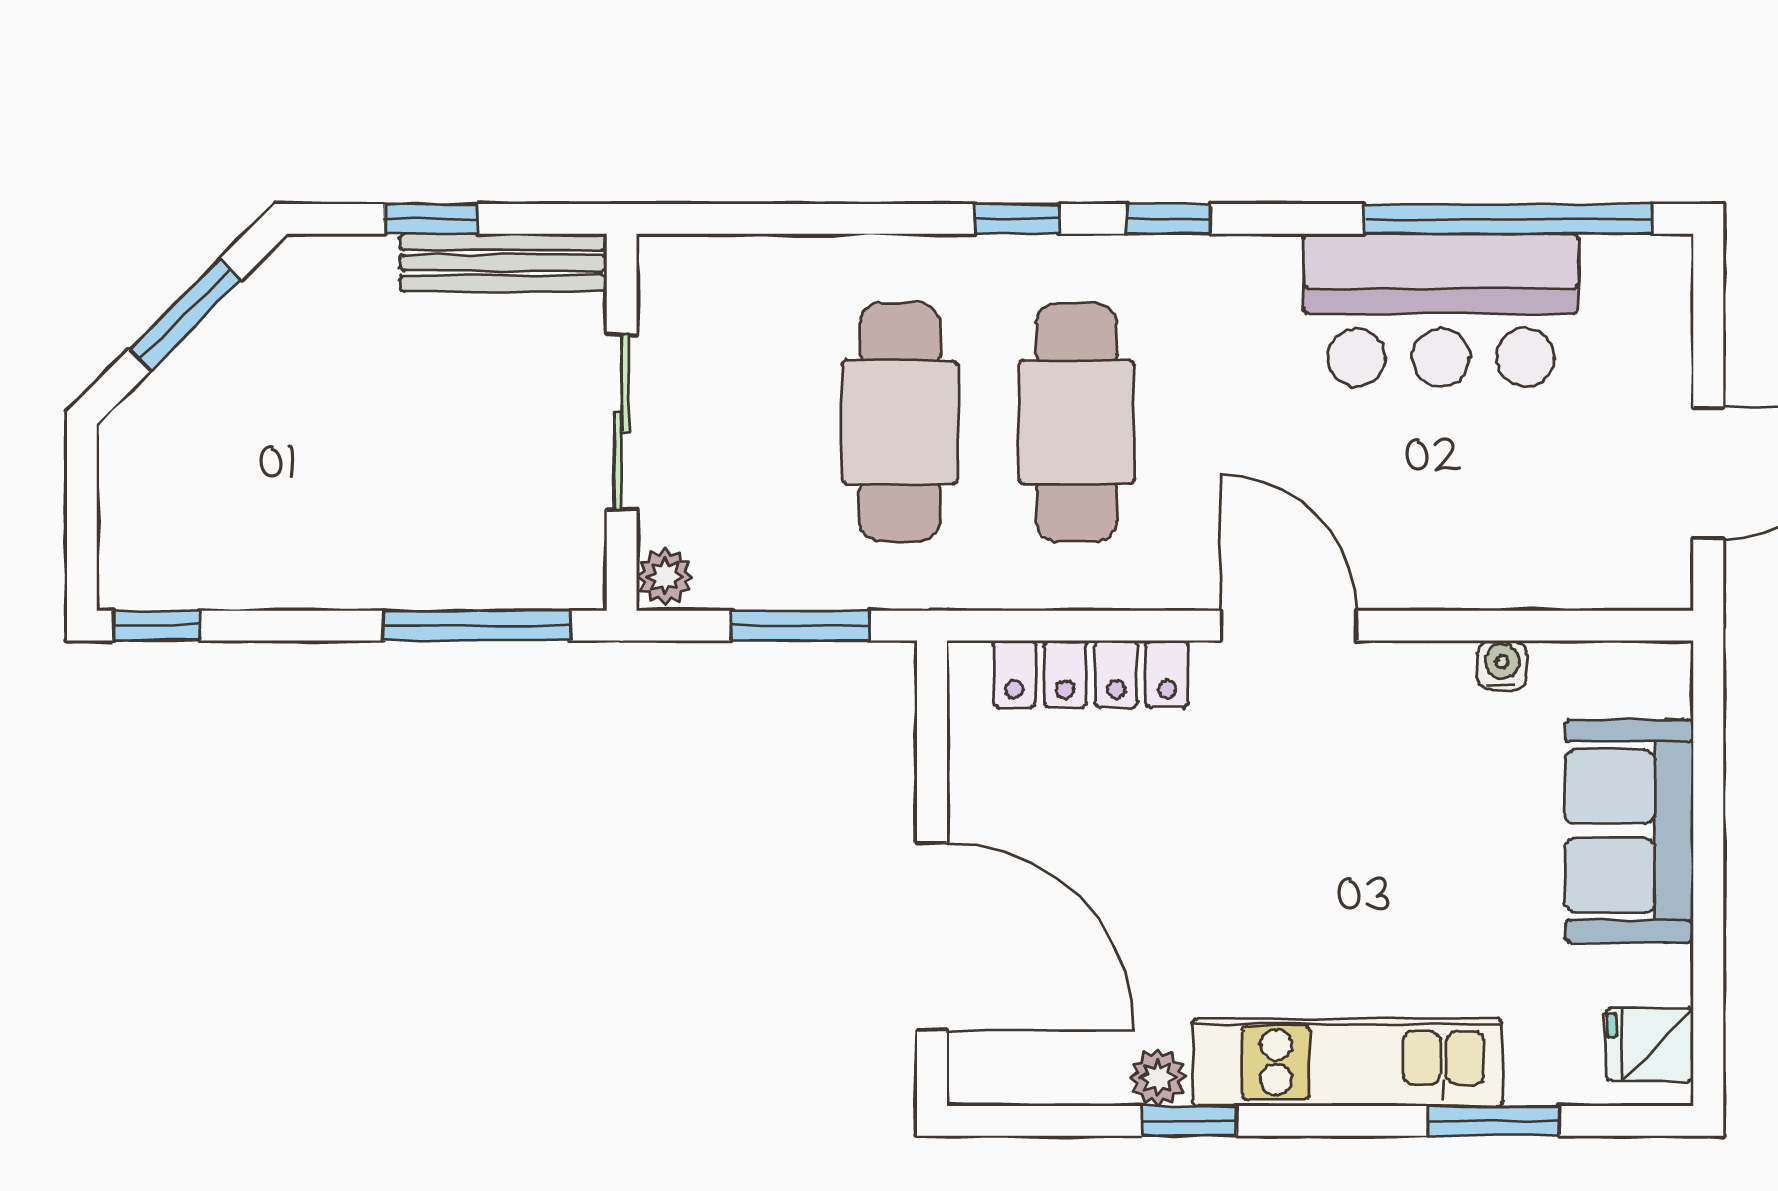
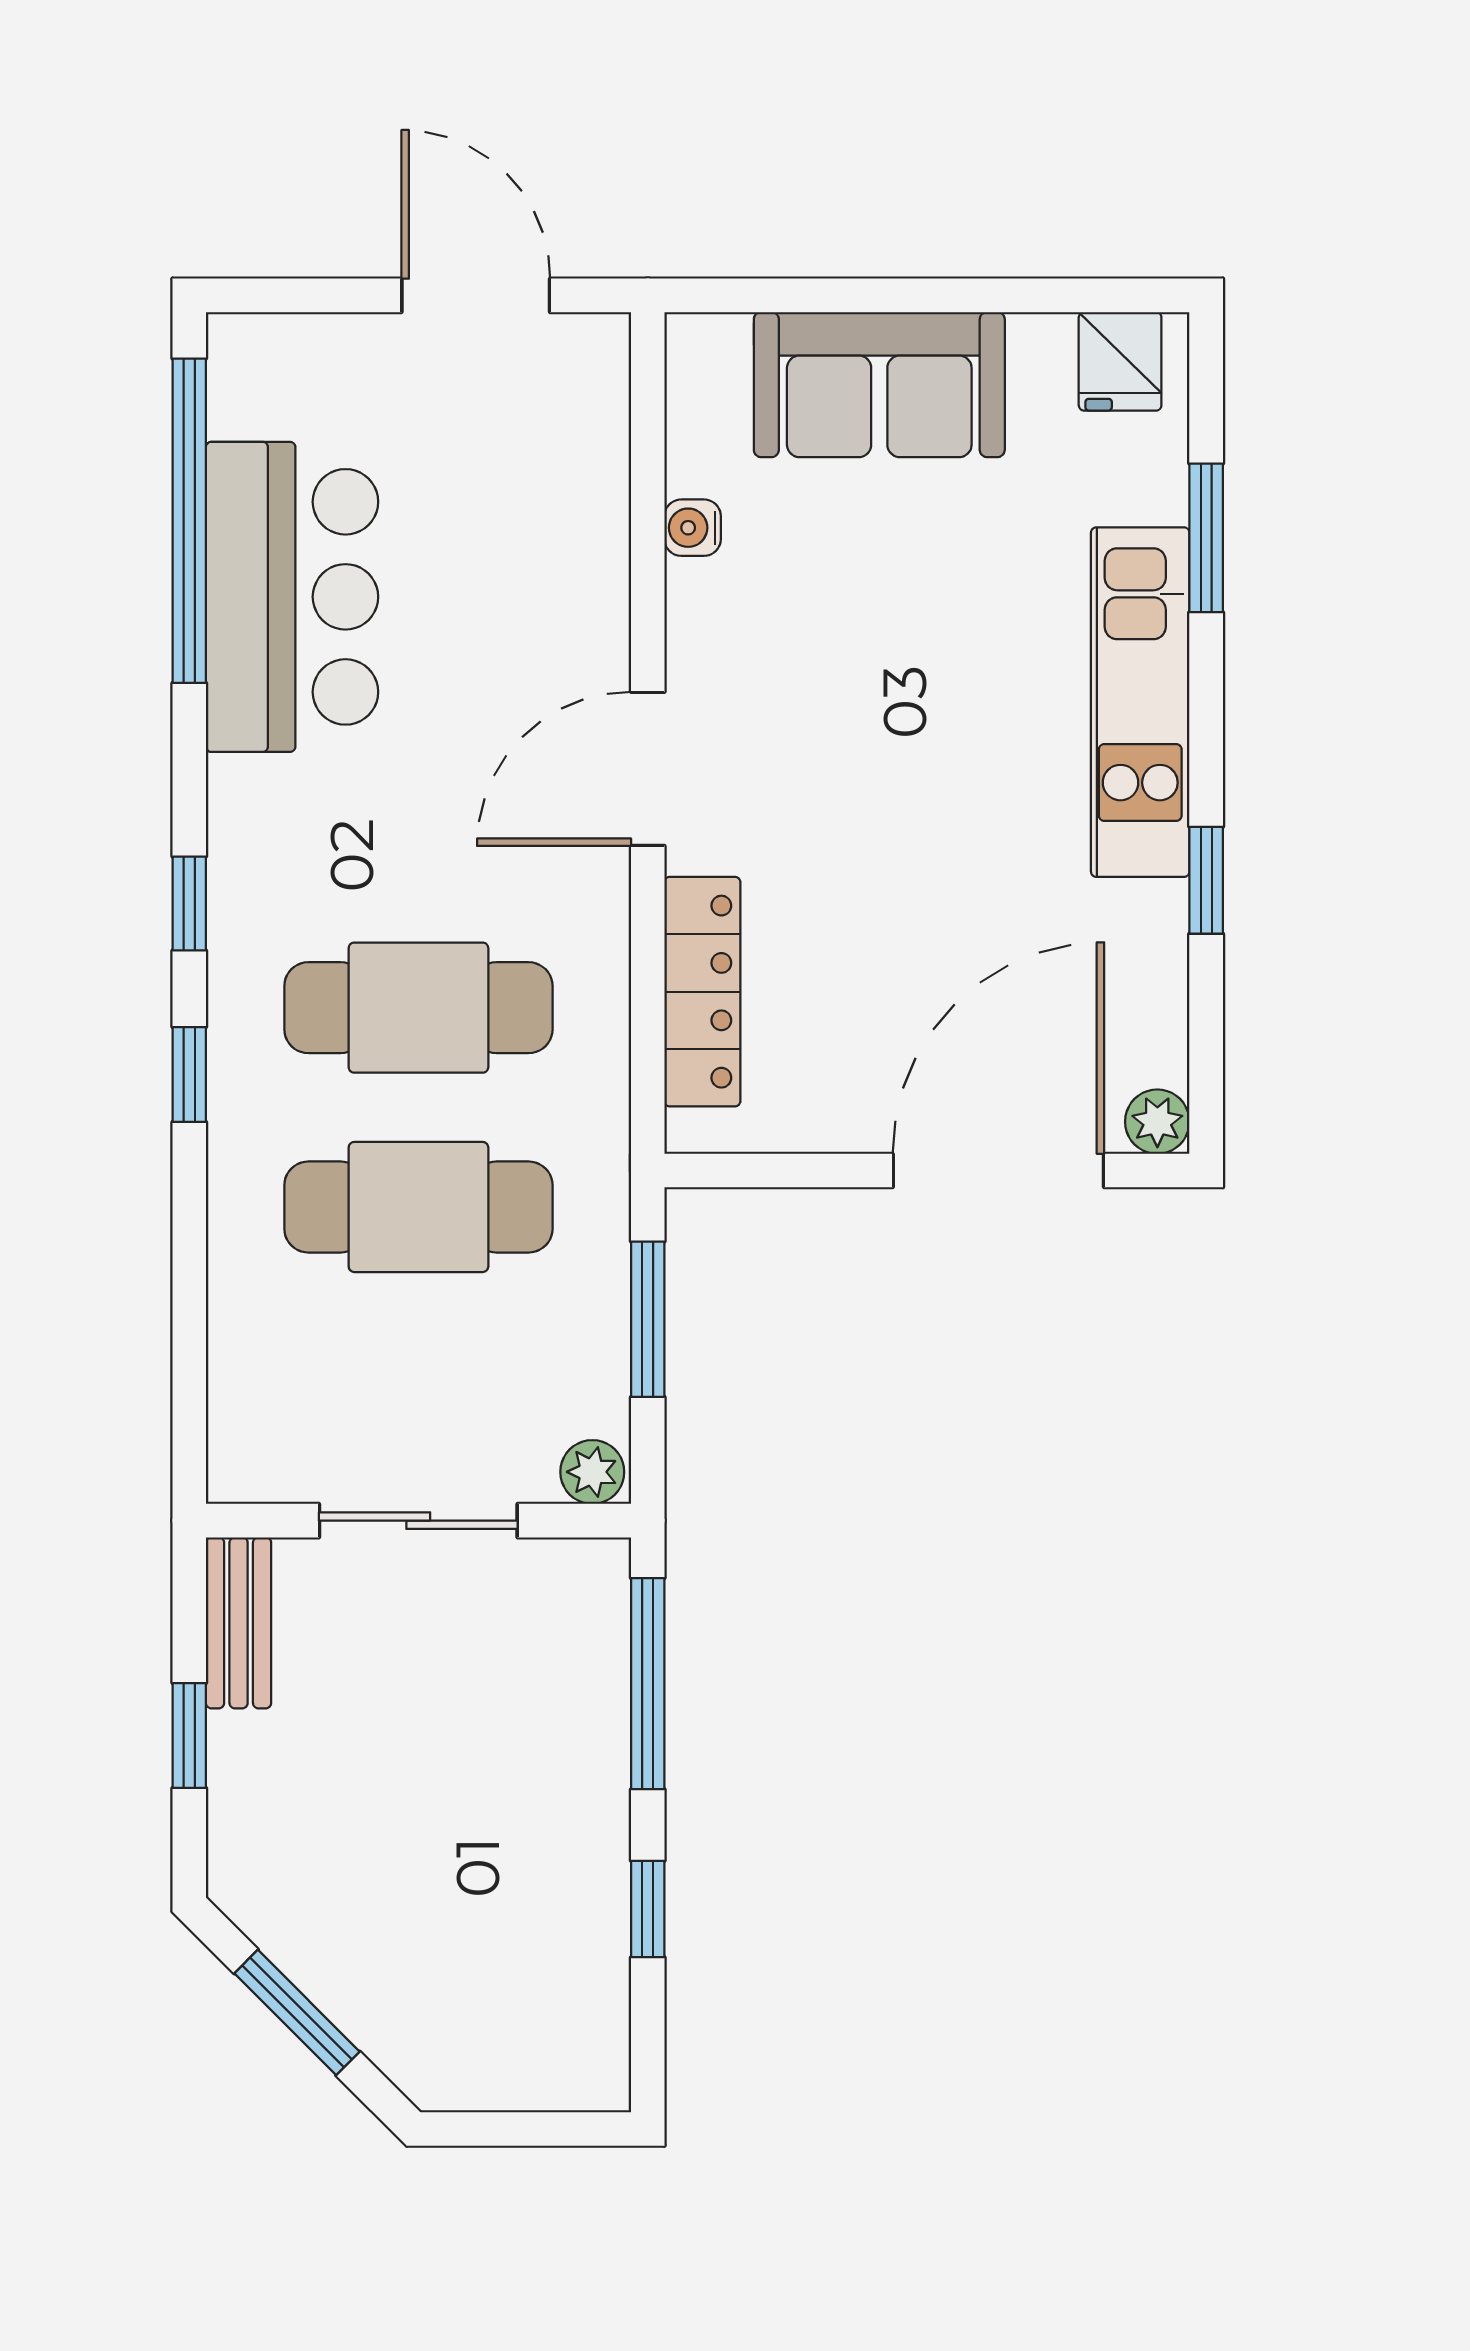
bench: (503, 263) -> (239, 1623), width x0.73
window: (156, 626) -> (648, 1909), moved
plant: (1158, 1077) -> (1157, 1122), moved

